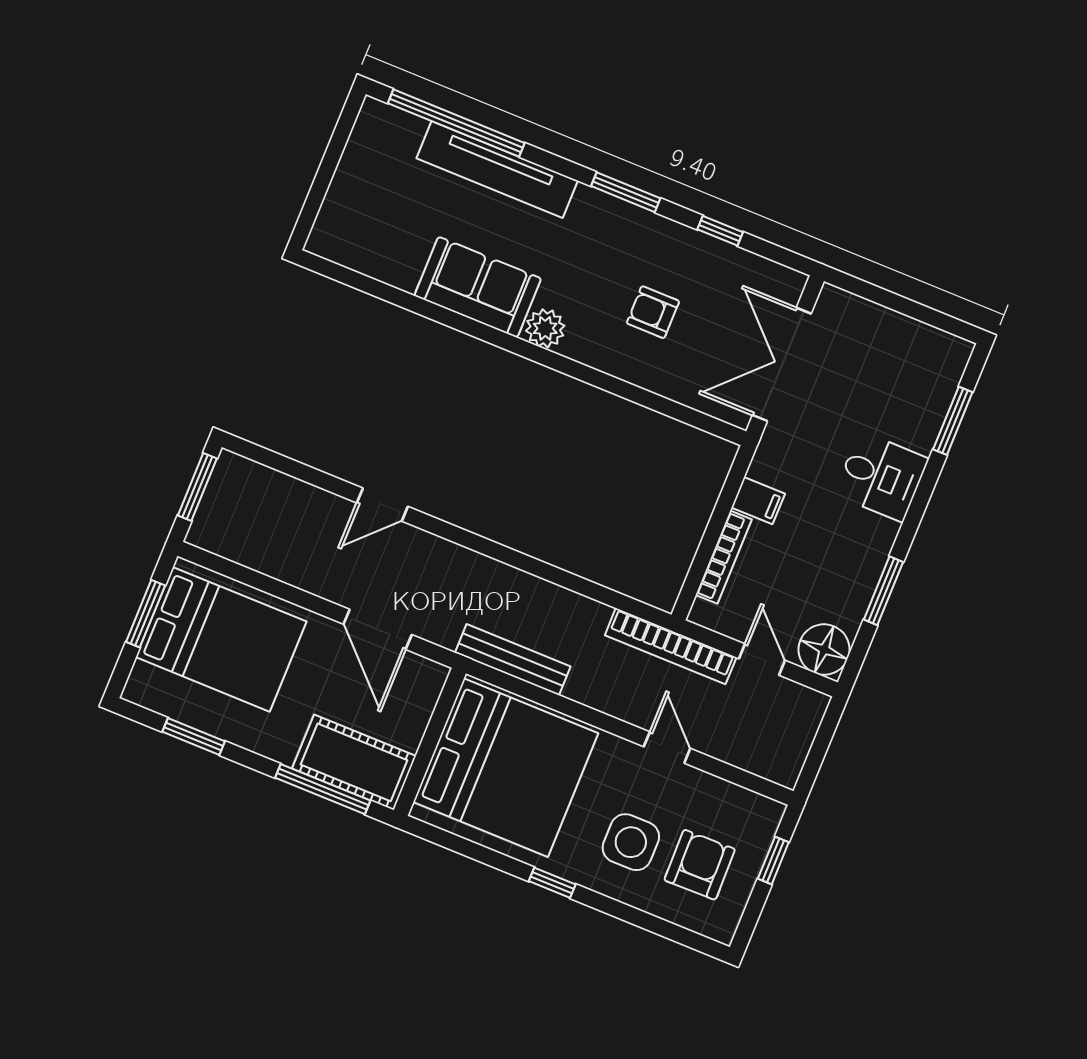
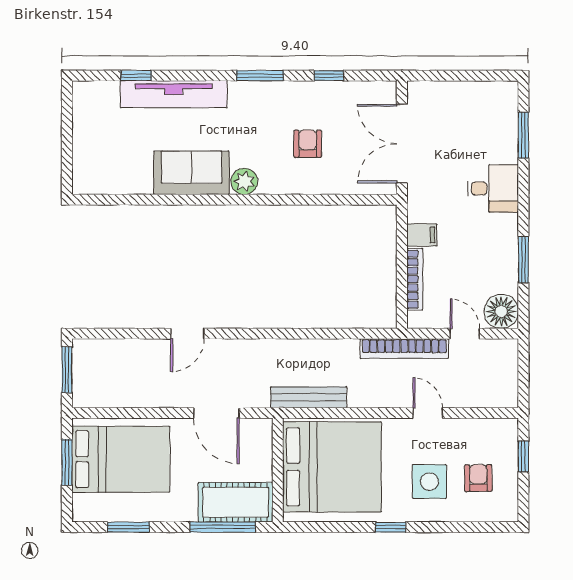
window: (456, 123) -> (136, 76), width x0.32
armchair: (653, 312) -> (308, 144), turned 90
armchair: (700, 865) -> (478, 478), width x0.72, depth x0.72

